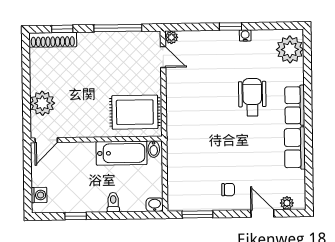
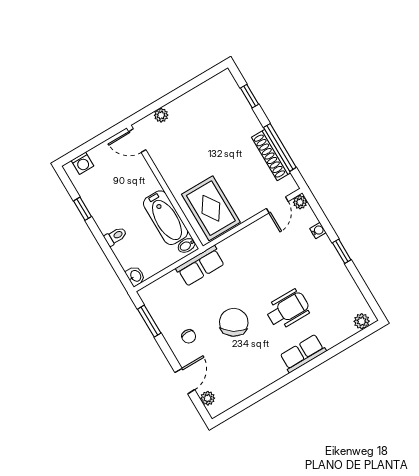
water cooler: (245, 35) -> (318, 231), moved
shoe rack: (53, 40) -> (271, 155), moved
plant: (290, 49) -> (362, 321), width x0.53, depth x0.53
plant: (42, 103) -> (161, 115), width x0.53, depth x0.53
chair: (238, 147) -> (234, 322), added
row of seats: (295, 148) -> (200, 266), moved, turned 180

